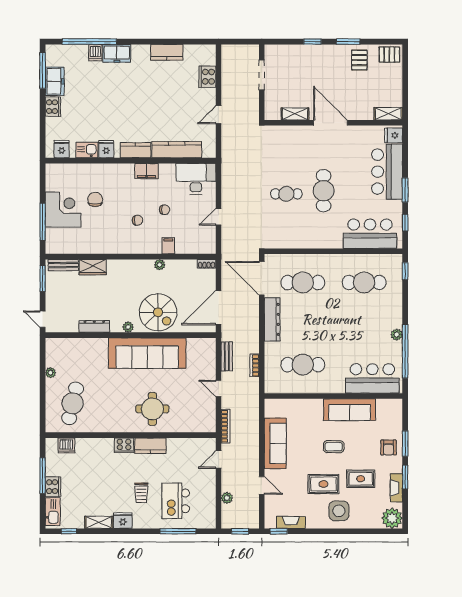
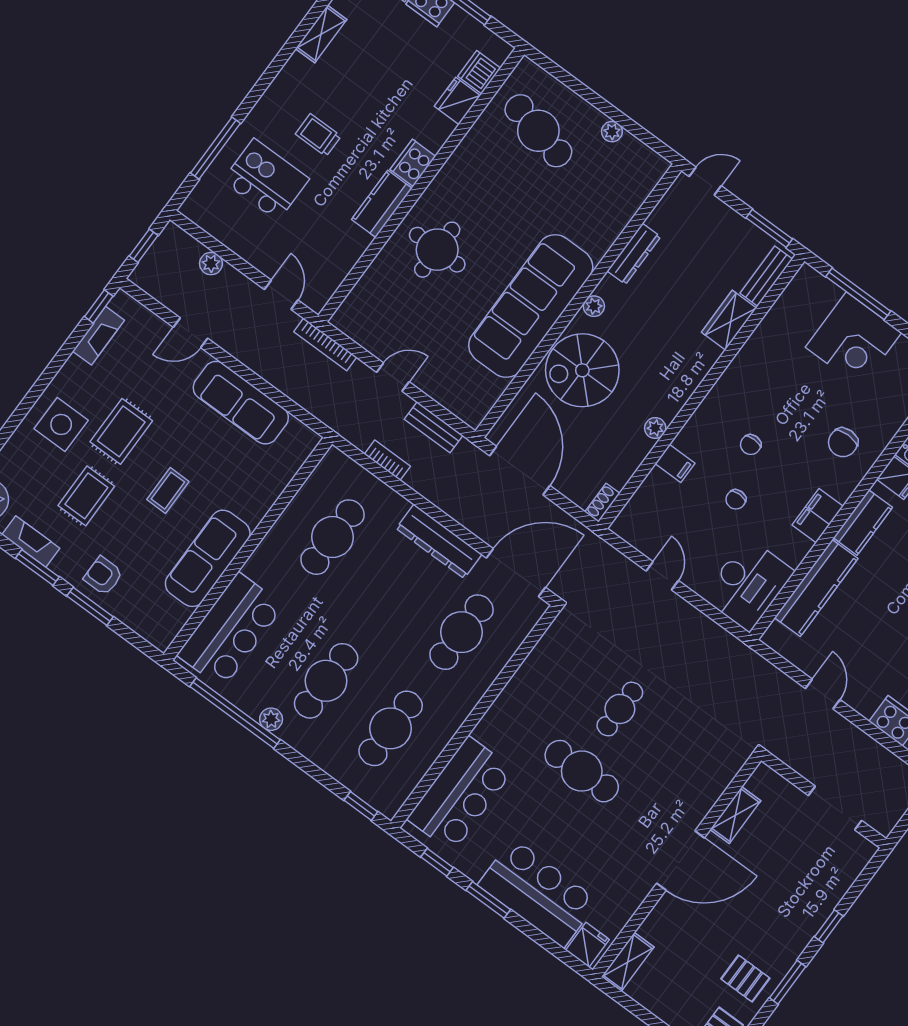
chair: (95, 199) -> (843, 442), moved, turned 90
cafe table: (364, 324) -> (326, 681), added
fridge: (123, 521) -> (457, 101), moved, turned 180

